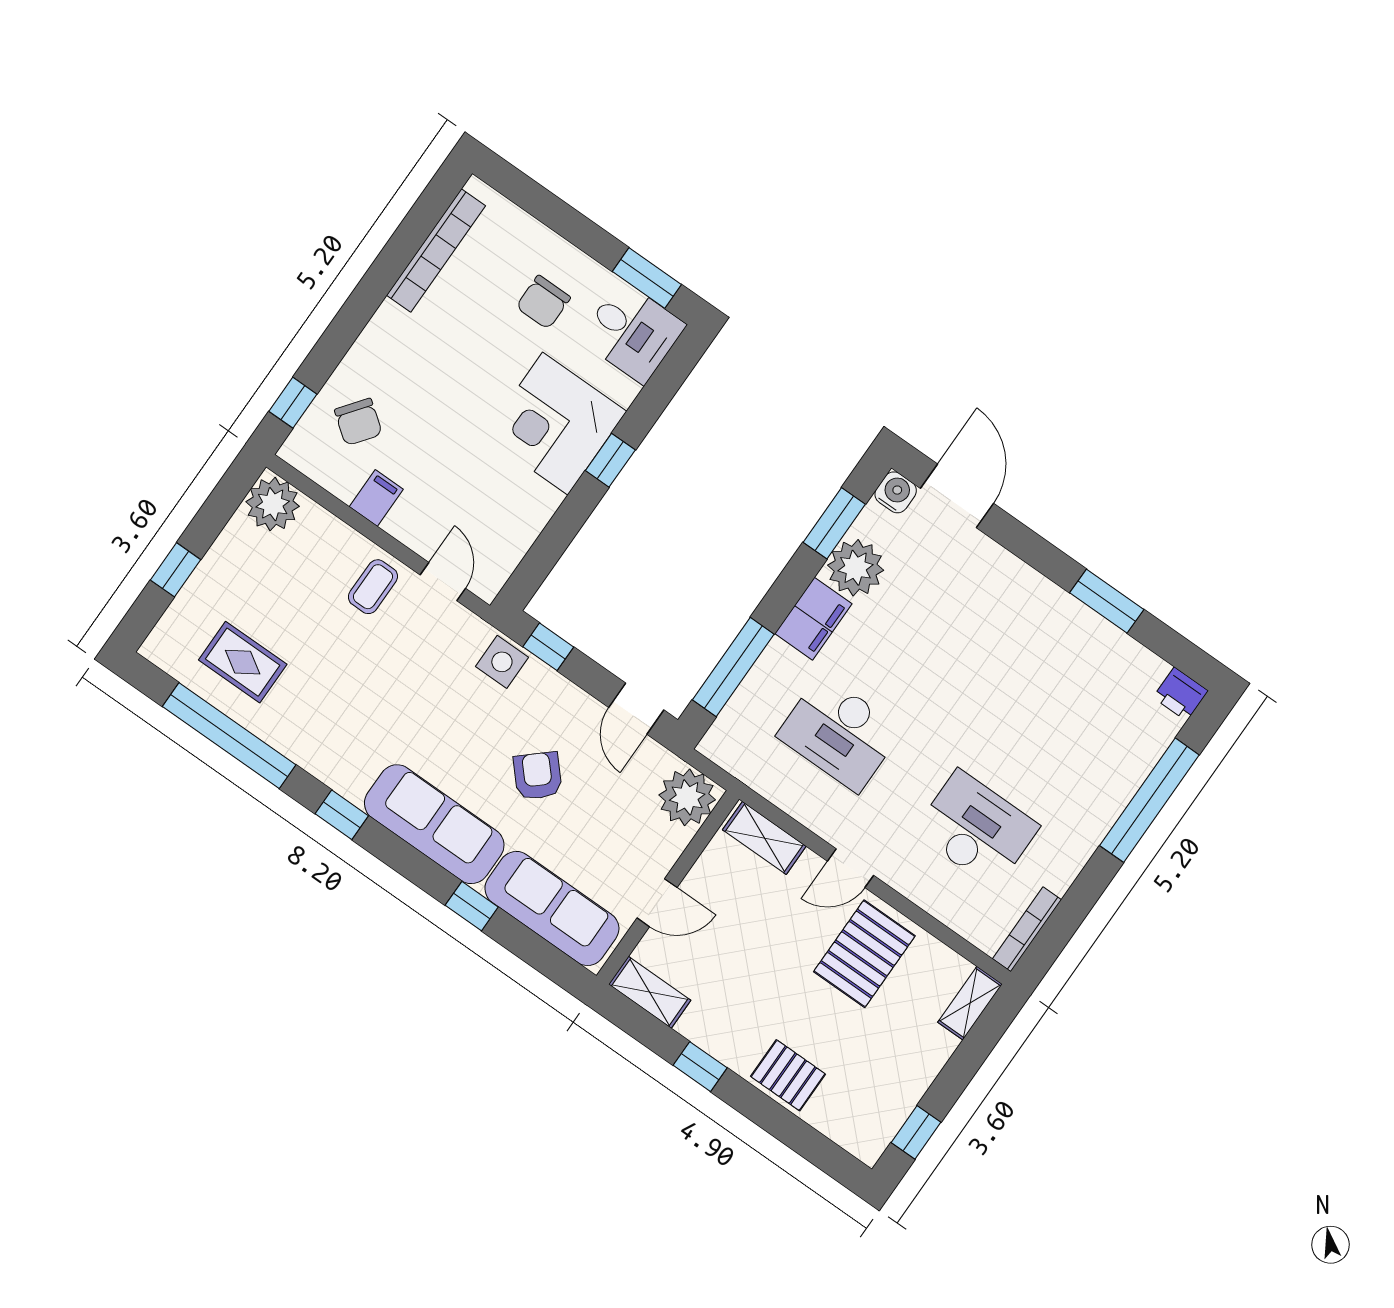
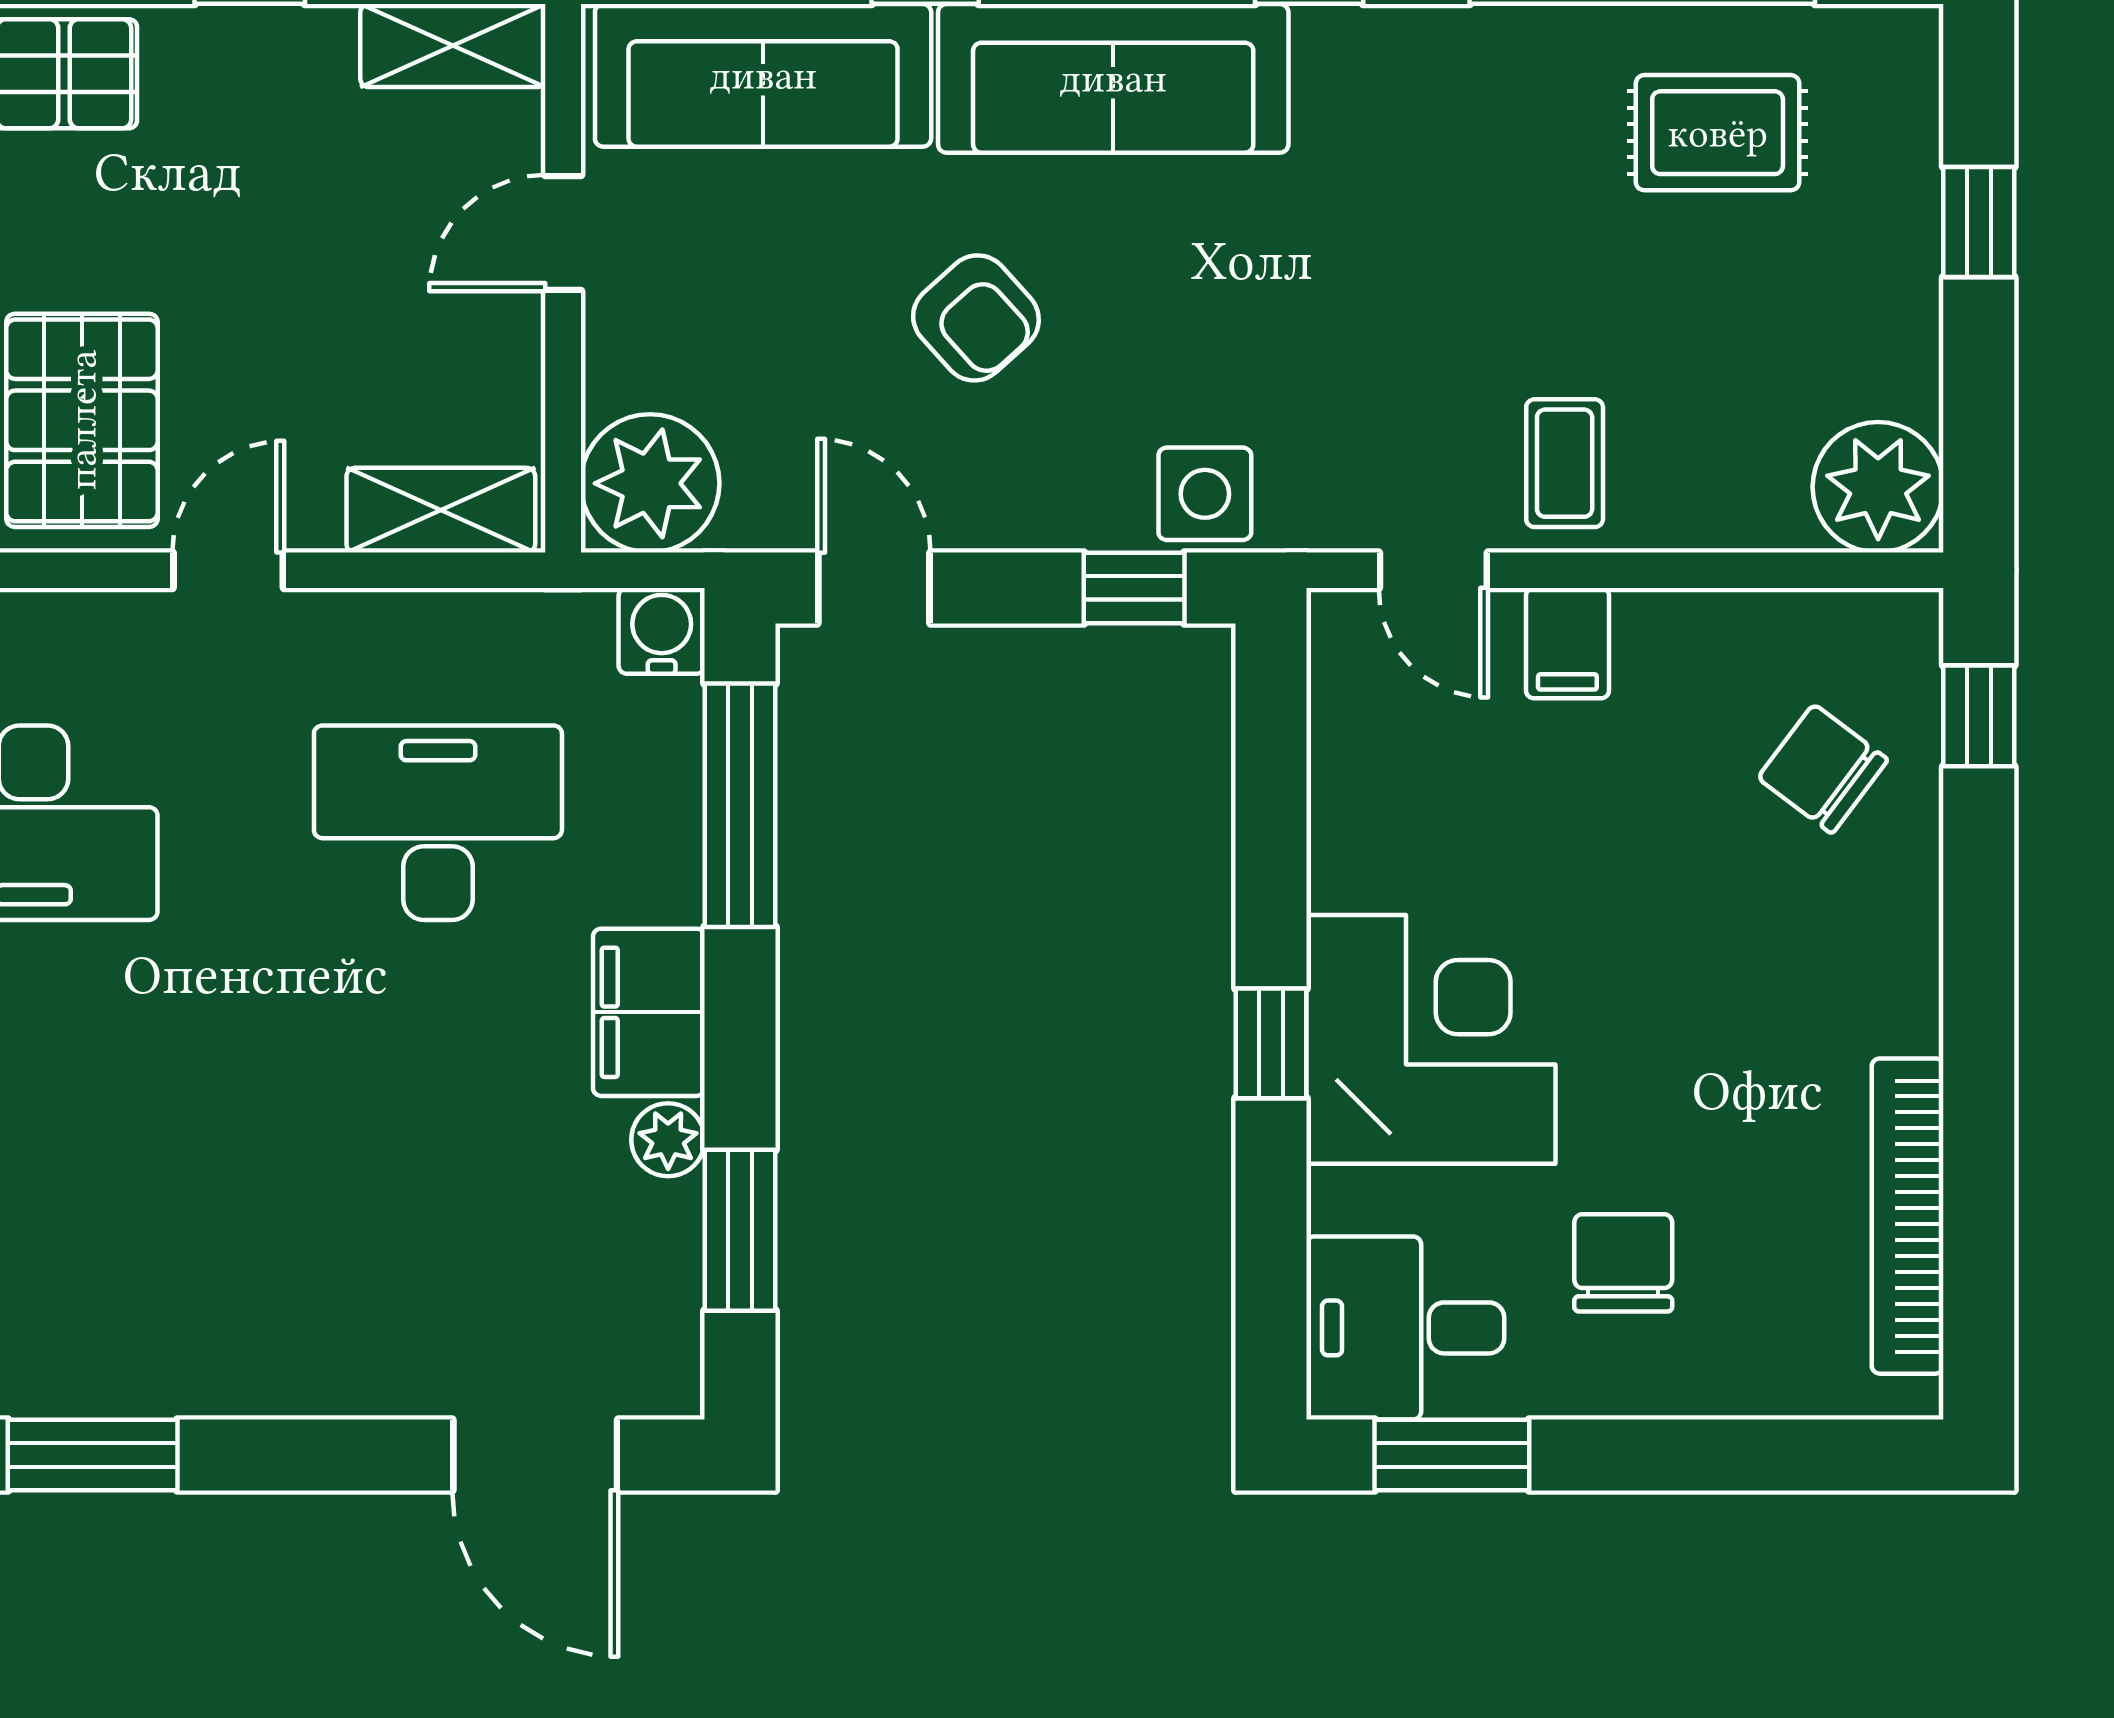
water cooler: (896, 492) -> (662, 631), moved, turned 180
filing cabinet: (376, 498) -> (1567, 643), moved
plant: (856, 568) -> (668, 1140), width x0.53, depth x0.53

